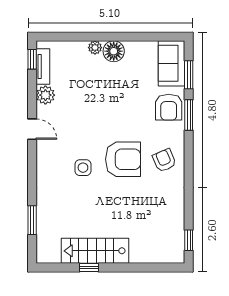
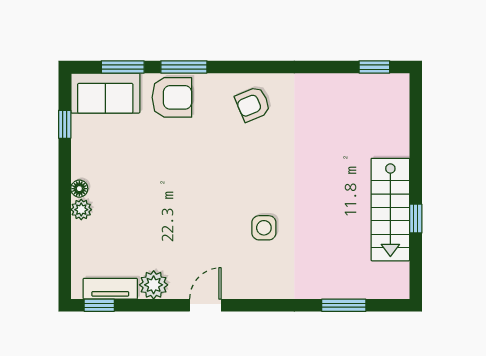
window: (151, 37) -> (65, 124), added
floor lamp: (114, 51) -> (79, 189), width x0.53, depth x0.53
armchair: (123, 159) -> (251, 167), removed

